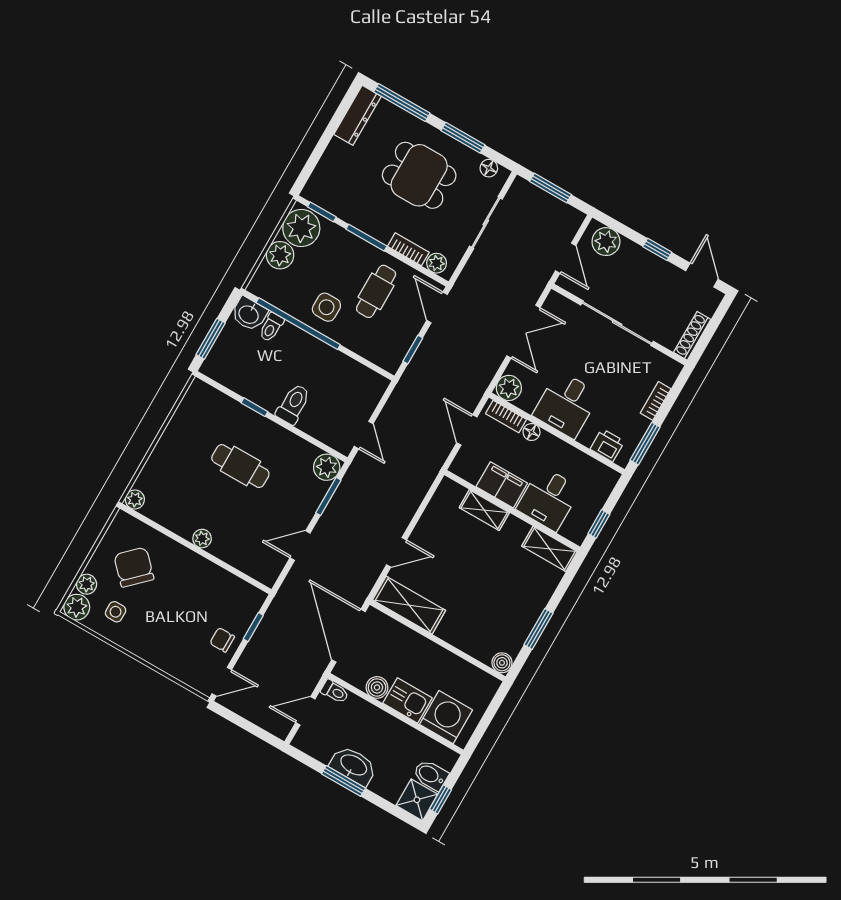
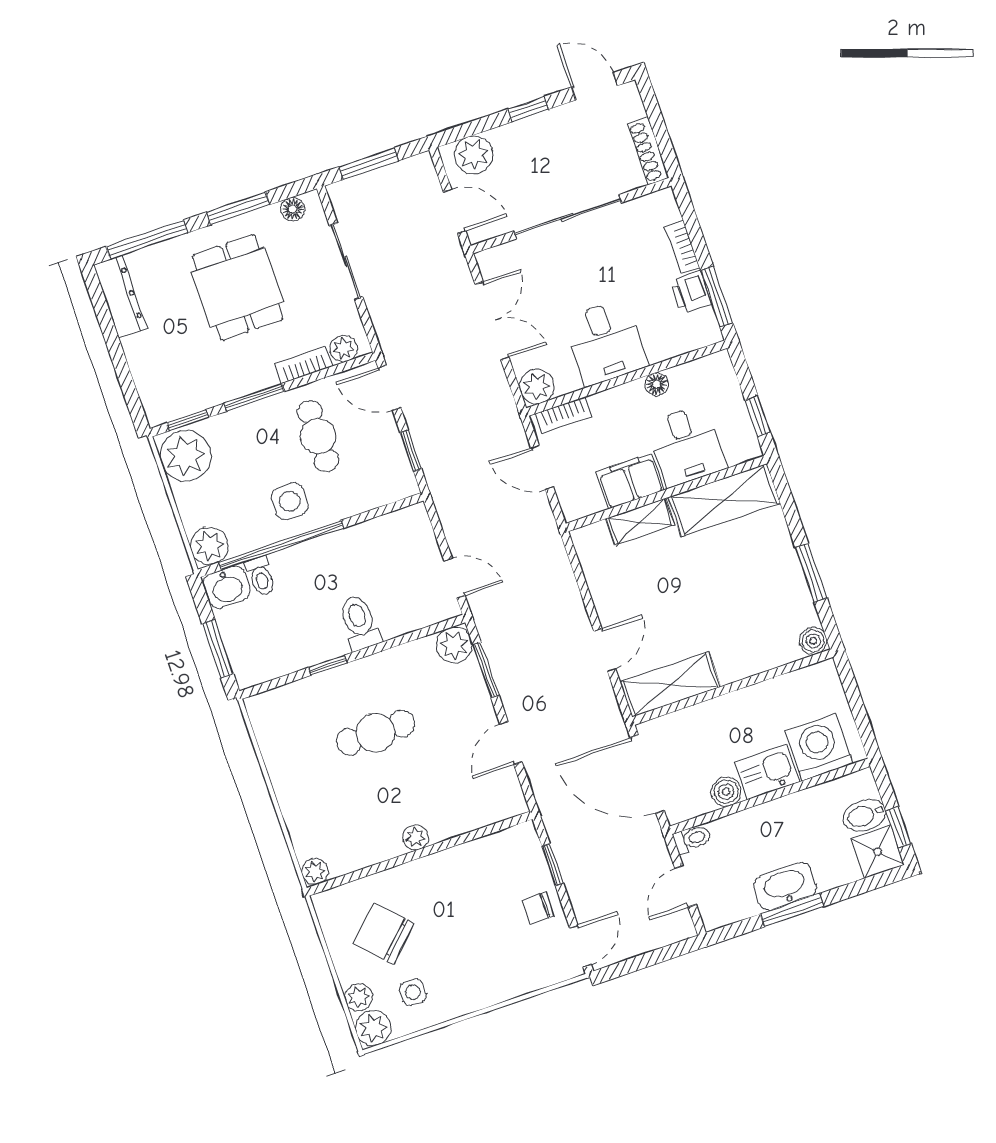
dining table: (419, 175) -> (237, 287), turned 90
plant: (280, 255) -> (209, 546), moved
floor lamp: (532, 432) -> (657, 384), moved
printer: (607, 445) -> (691, 293), moved, turned -90
shelving: (550, 549) -> (724, 500), width x1.50, depth x1.33

